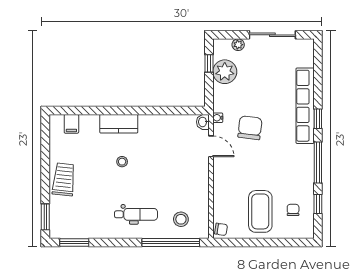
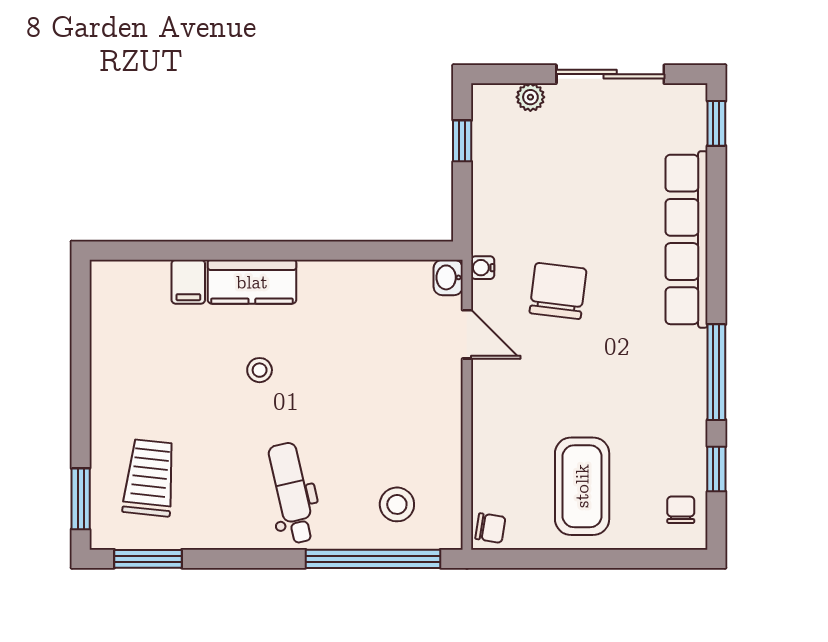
plant: (225, 72) -> (499, 160), removed
window: (318, 119) -> (716, 123), moved
filing cabinet: (71, 124) -> (188, 282), moved
trolley: (64, 179) -> (150, 478), moved
chair: (293, 210) -> (681, 510), moved
dental chair: (136, 214) -> (292, 493), turned -103

